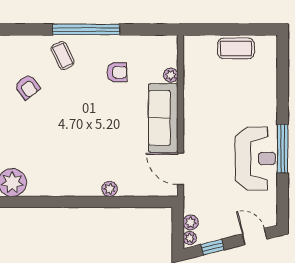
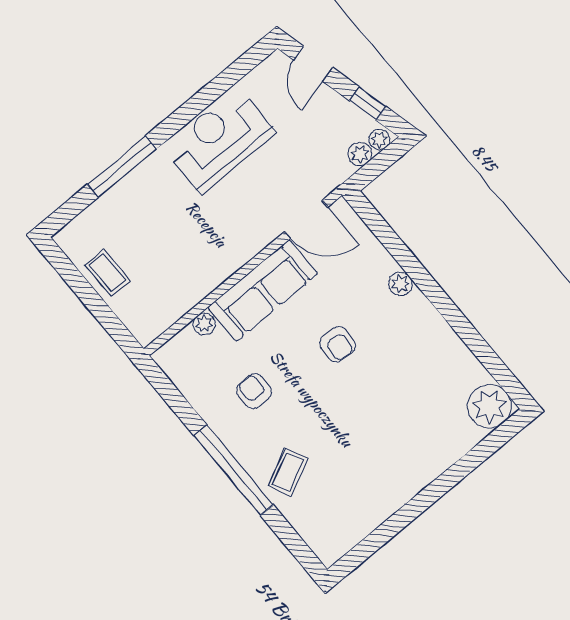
coffee table: (236, 48) -> (107, 273), width x0.73, depth x0.77
armchair: (27, 87) -> (338, 344), moved, turned 131
window: (283, 149) -> (122, 167), moved
door: (180, 169) -> (306, 219), hinge flipped

